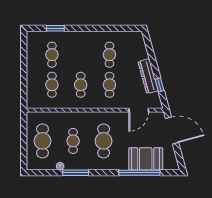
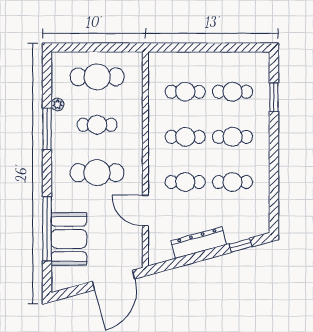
cafe table: (81, 55) -> (232, 137), added
window: (159, 85) -> (241, 245), moved
door: (139, 110) -> (145, 211), moved

